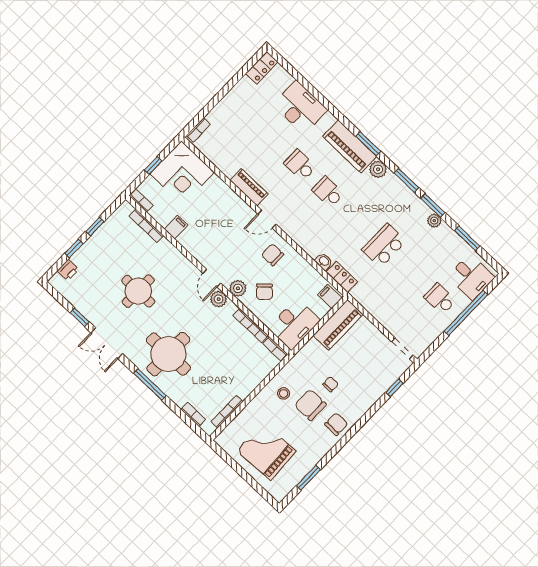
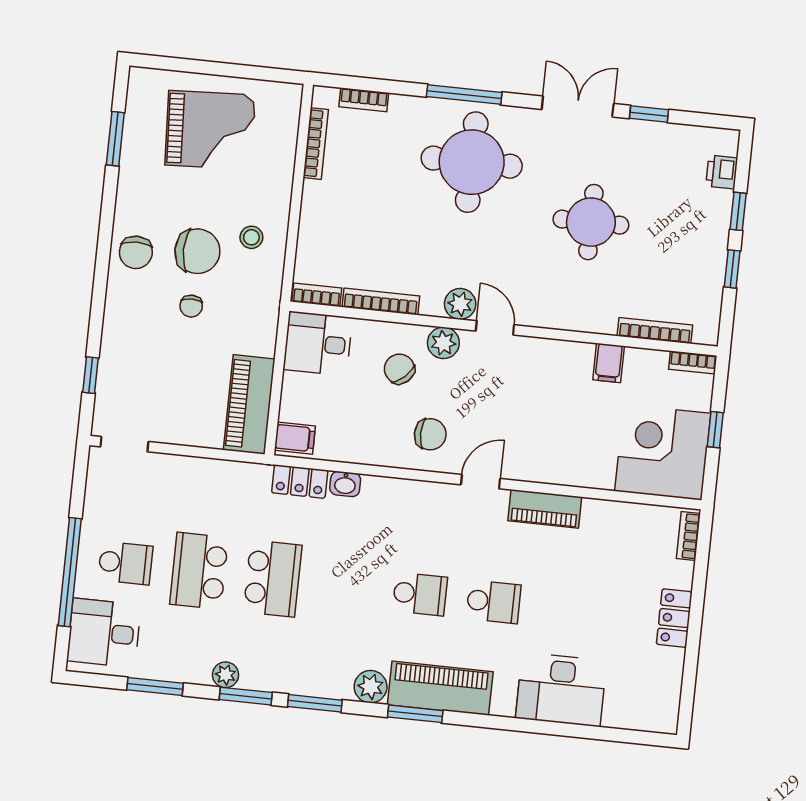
locker: (262, 68) -> (674, 618), moved
school desk: (412, 272) -> (199, 571), added
desk: (294, 324) -> (318, 344), width x0.73

